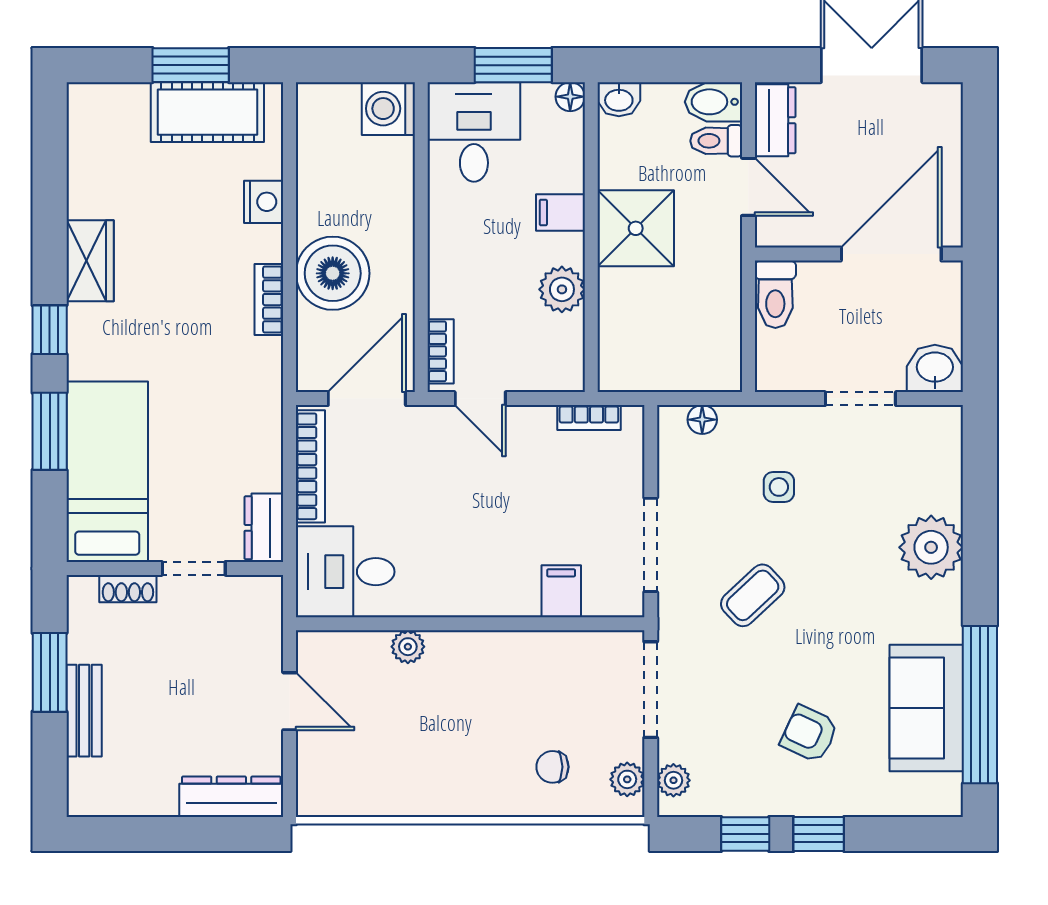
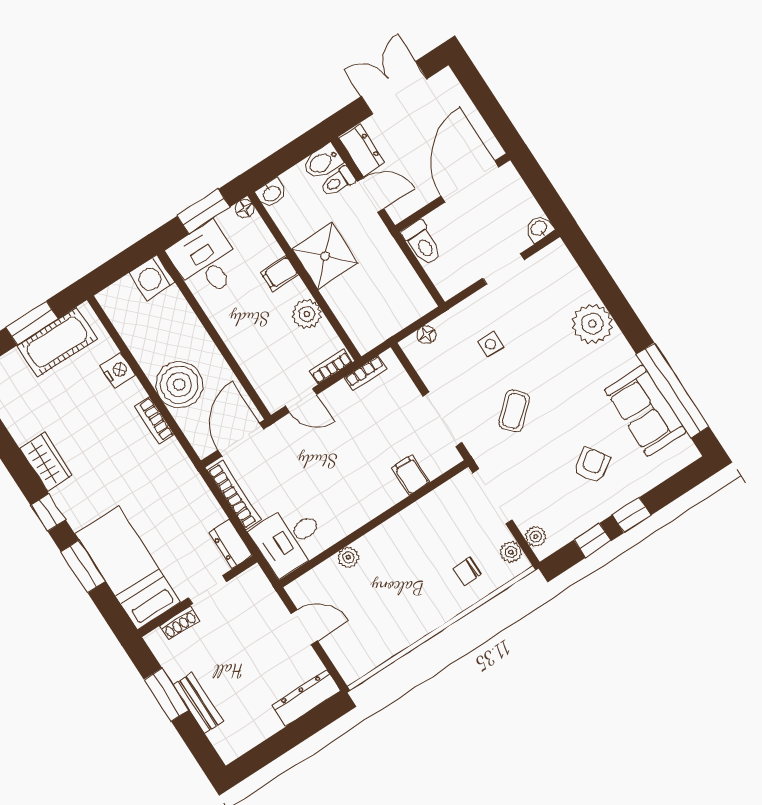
bookcase: (441, 351) -> (331, 366), moved, turned -90
washbasin: (935, 368) -> (539, 228), width x0.72, depth x0.69
armchair: (809, 734) -> (592, 465), turned 121

